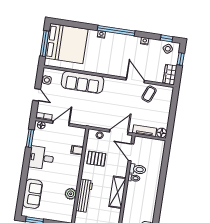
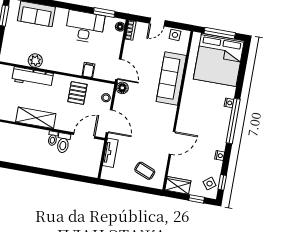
coffee table: (149, 94) -> (145, 171), moved
door: (61, 123) -> (118, 69), moved
floor lamp: (162, 133) -> (122, 88), moved
desk: (41, 158) -> (85, 27), width x1.37

